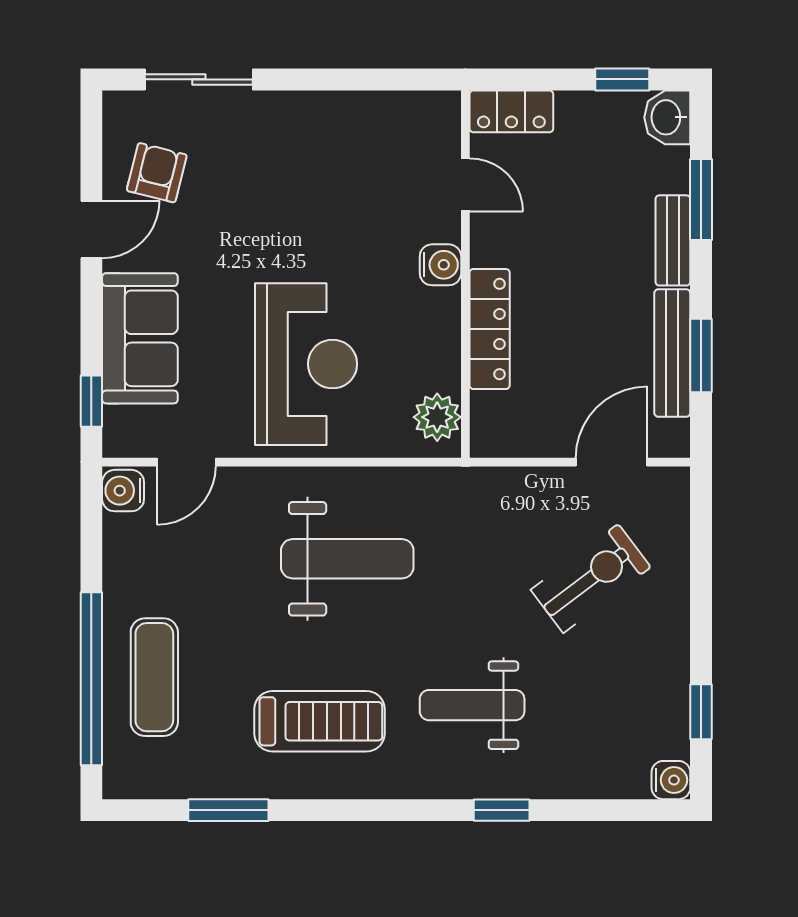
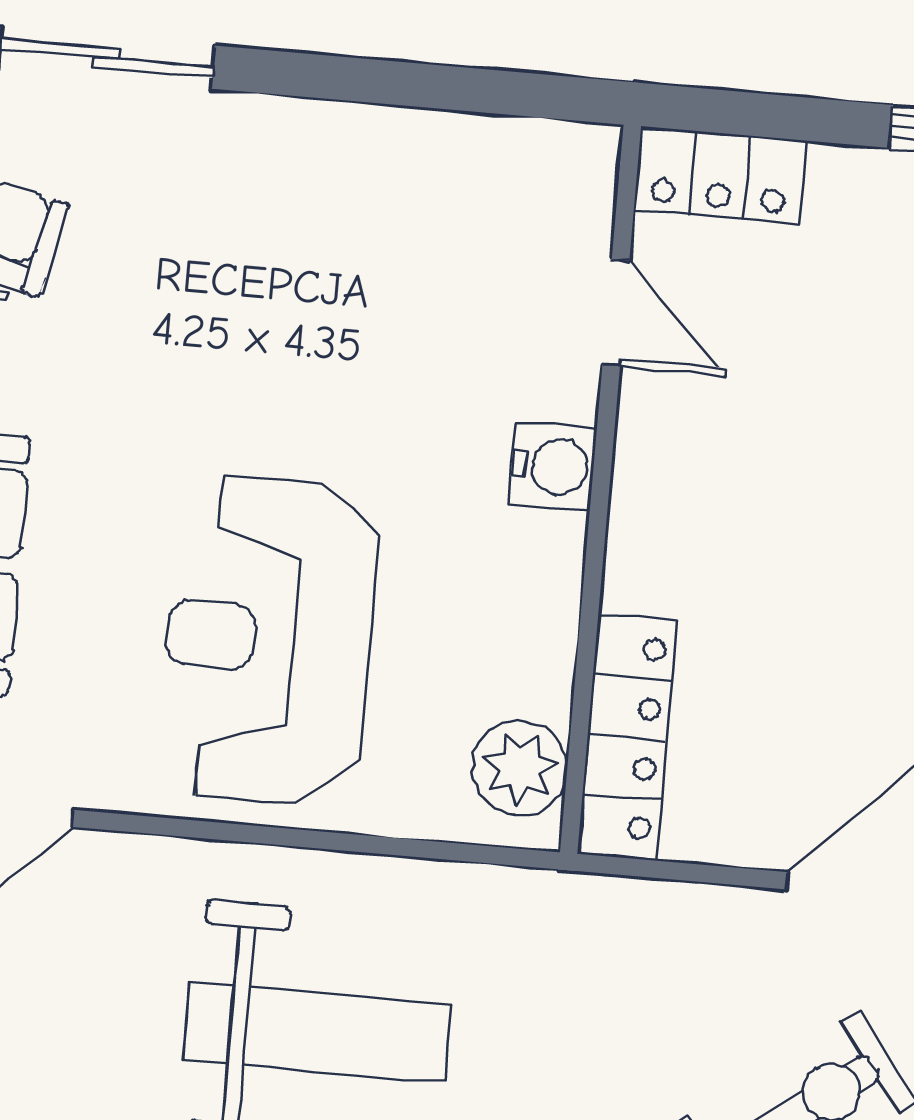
locker: (490, 329) -> (627, 737), moved
reception desk: (306, 364) -> (269, 640), turned 180

